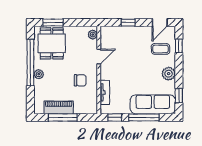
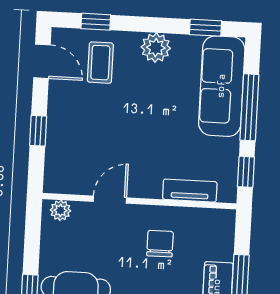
door: (99, 57) -> (110, 200), hinge flipped

